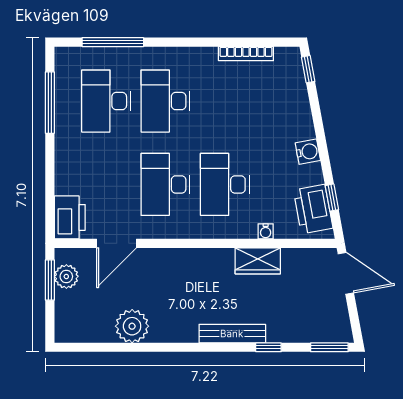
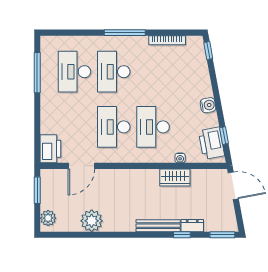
window: (113, 42) -> (125, 33), moved
plant: (66, 276) -> (48, 218), moved
dresser: (284, 334) -> (192, 226), added

